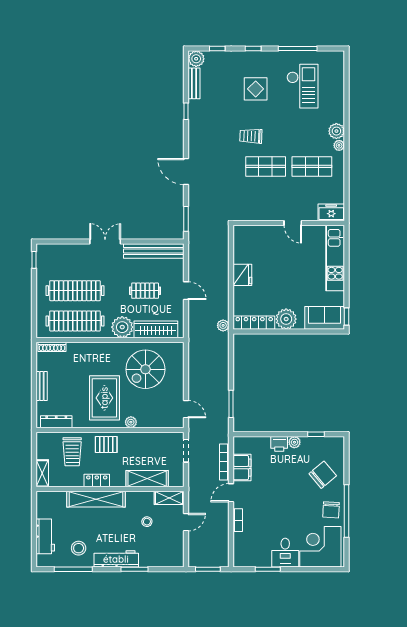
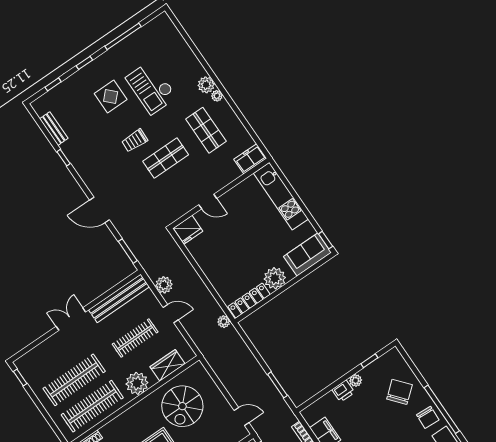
plant: (196, 59) -> (164, 285), moved
checkout: (302, 86) -> (151, 87), moved, turned 180
shop shelf: (312, 166) -> (206, 130), turned 90
door: (293, 223) -> (208, 202), moved
fridge: (242, 275) -> (188, 230), moved, turned 90
clothes rail: (145, 291) -> (135, 338), width x1.36
wardrobe: (156, 329) -> (168, 365), width x0.67

